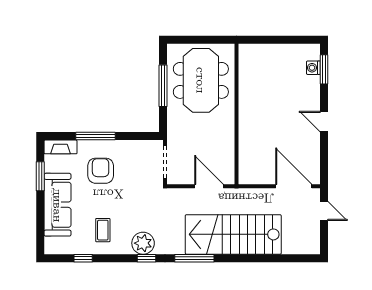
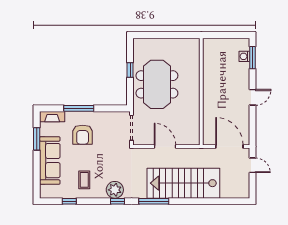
meeting table: (201, 80) -> (157, 84), moved
window: (163, 86) -> (130, 70), width x0.46
wall: (237, 114) -> (201, 92), moved
door: (324, 122) -> (252, 97), swing flipped
armchair: (101, 171) -> (83, 135), turned 180

